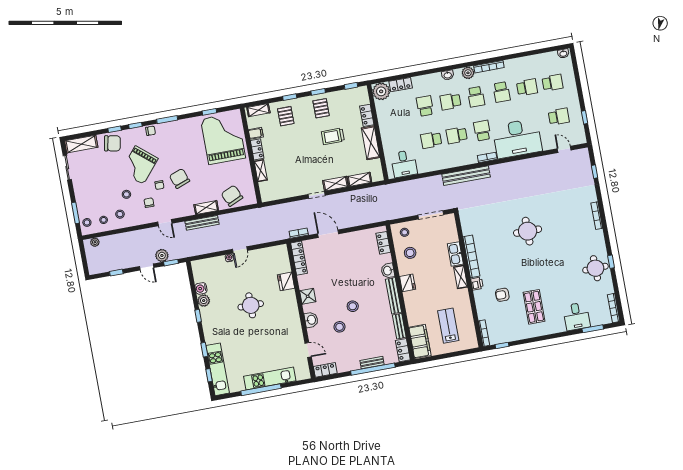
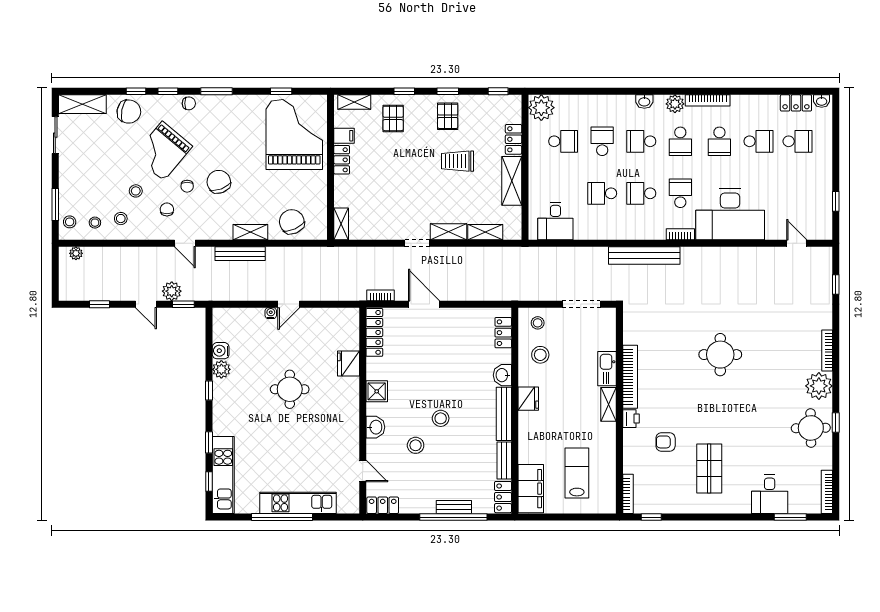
locker: (401, 85) -> (796, 103), moved
school desk: (559, 117) -> (563, 141), moved
shelving: (261, 171) -> (341, 224), moved
plant: (596, 240) -> (819, 386), added

